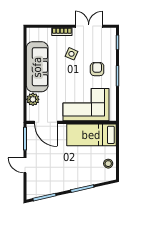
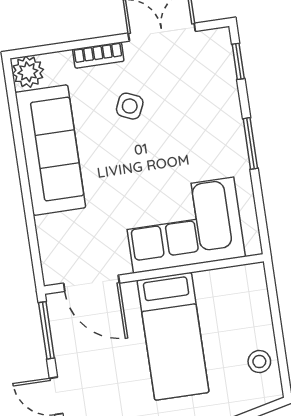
armchair: (97, 69) -> (198, 134), removed
plant: (33, 99) -> (28, 72), moved
bed: (91, 135) -> (173, 336), moved, turned -90

